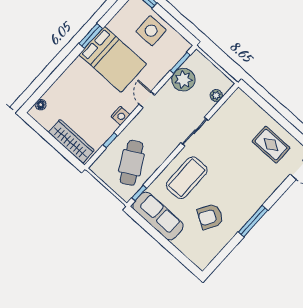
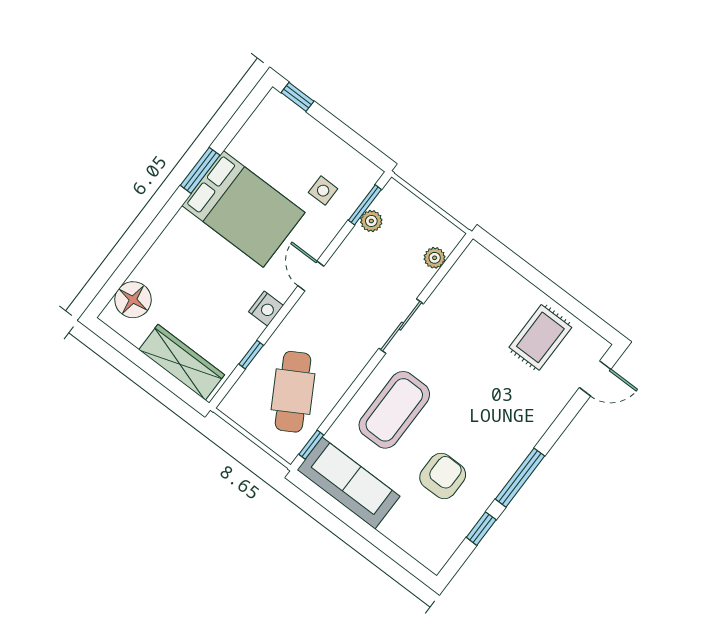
side table: (151, 31) -> (323, 191), moved, width x0.54, depth x0.54
plant: (183, 80) -> (371, 221), width x0.53, depth x0.53
floor lamp: (41, 105) -> (133, 300), width x1.89, depth x1.89
rug: (271, 145) -> (540, 337), turned 90
armchair: (210, 217) -> (443, 476), turned 149
window: (229, 247) -> (481, 529), added

